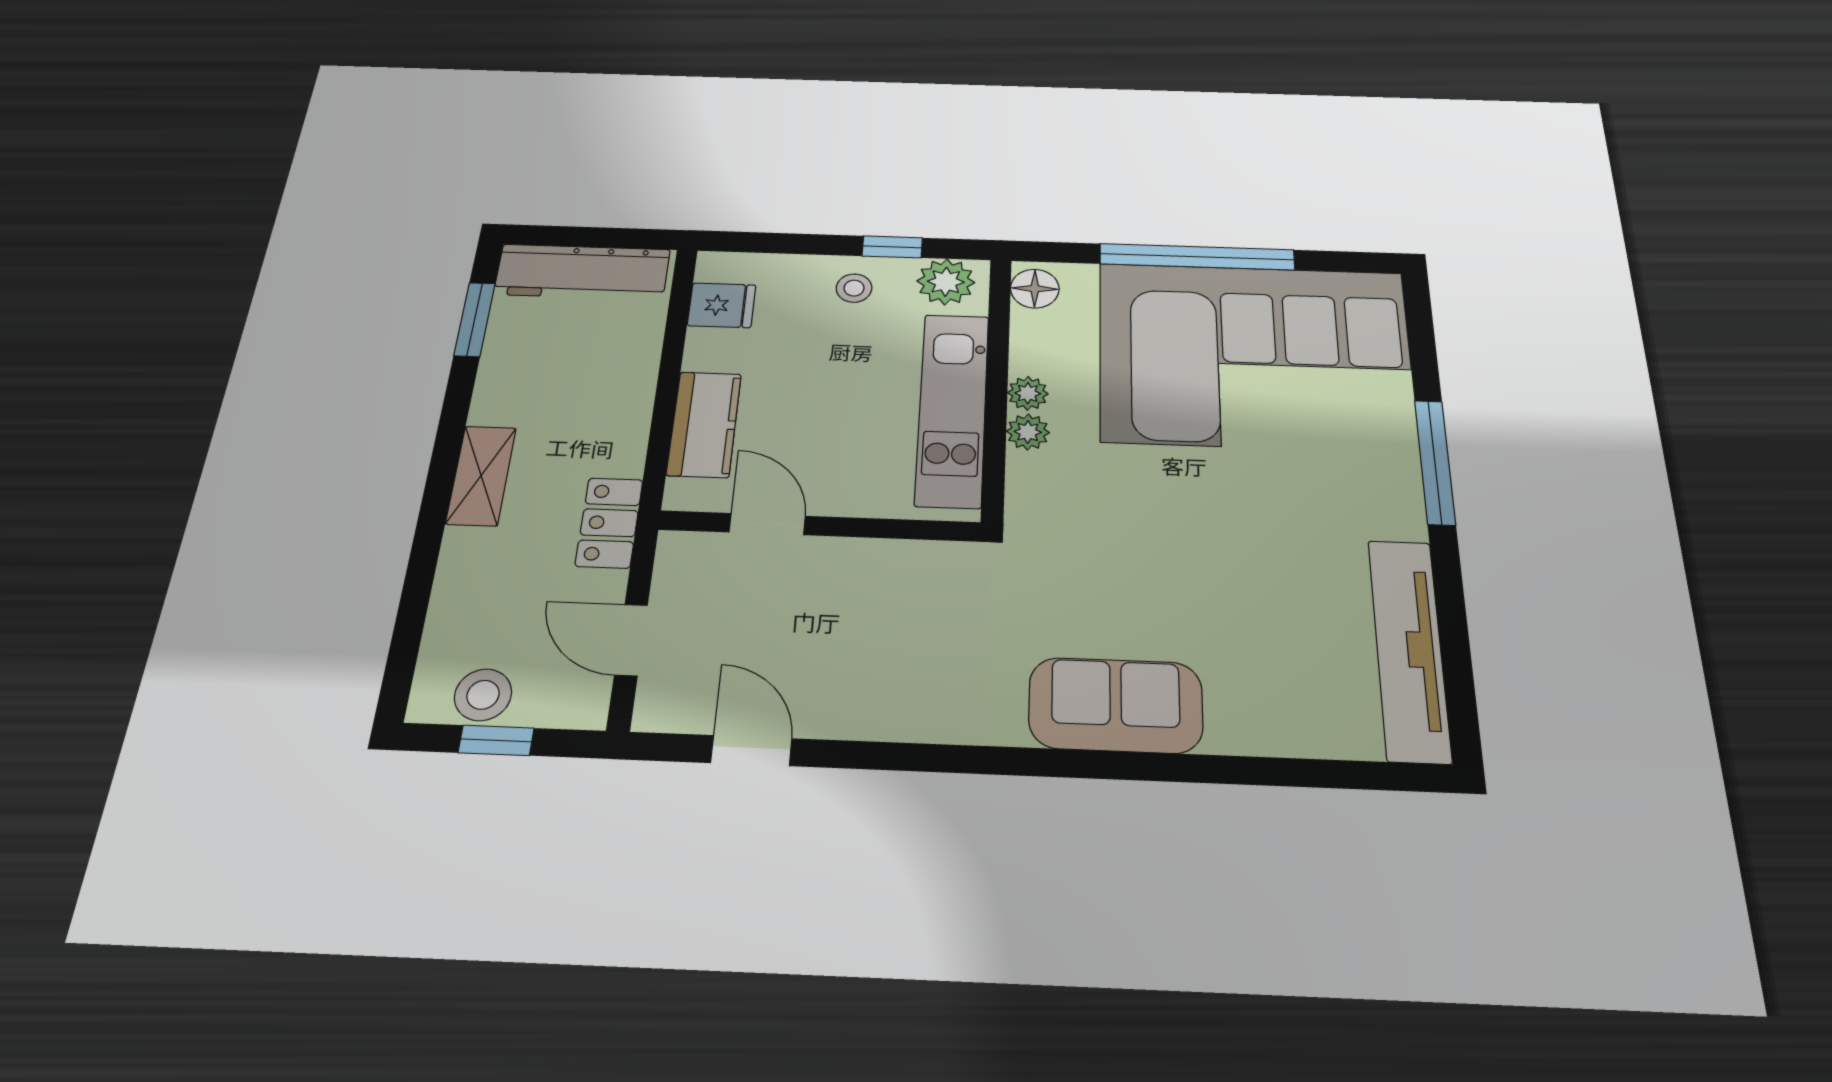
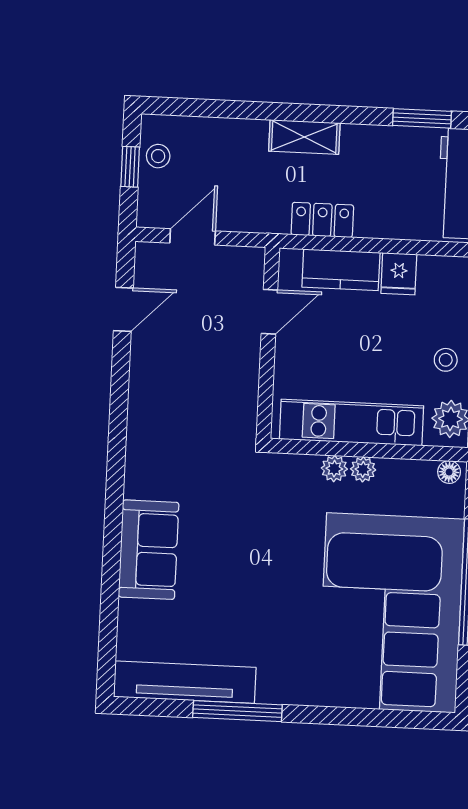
floor lamp: (1035, 289) -> (449, 472), width x0.73, depth x0.73
fridge: (722, 305) -> (399, 274), moved
window: (1435, 462) -> (237, 711), moved
locker: (609, 523) -> (322, 220), moved
stool: (483, 695) -> (158, 156), width x0.73, depth x0.73
sofa: (1116, 705) -> (149, 550), moved

